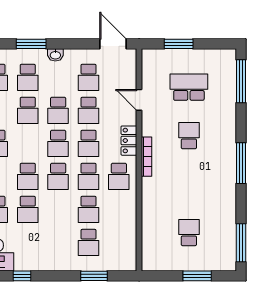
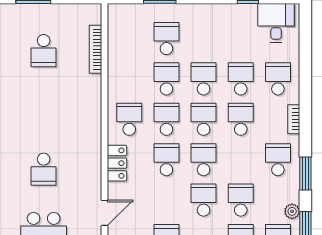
door: (139, 100) -> (105, 213), hinge flipped
school desk: (88, 110) -> (204, 79), moved
bookcase: (146, 157) -> (96, 49), moved

